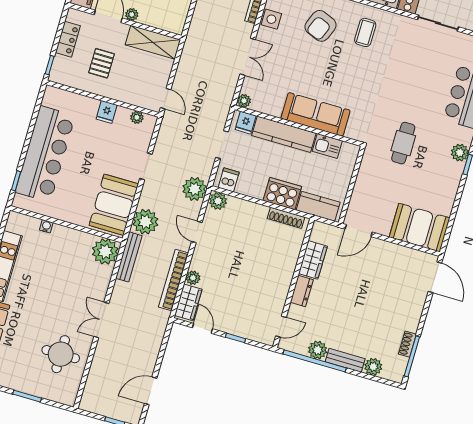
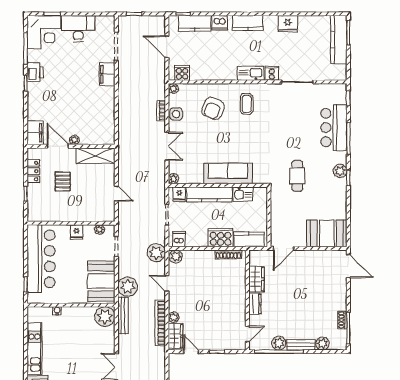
wall: (103, 99) -> (71, 223), moved
fridge: (107, 112) -> (77, 232), moved
plant: (137, 117) -> (100, 230), moved

